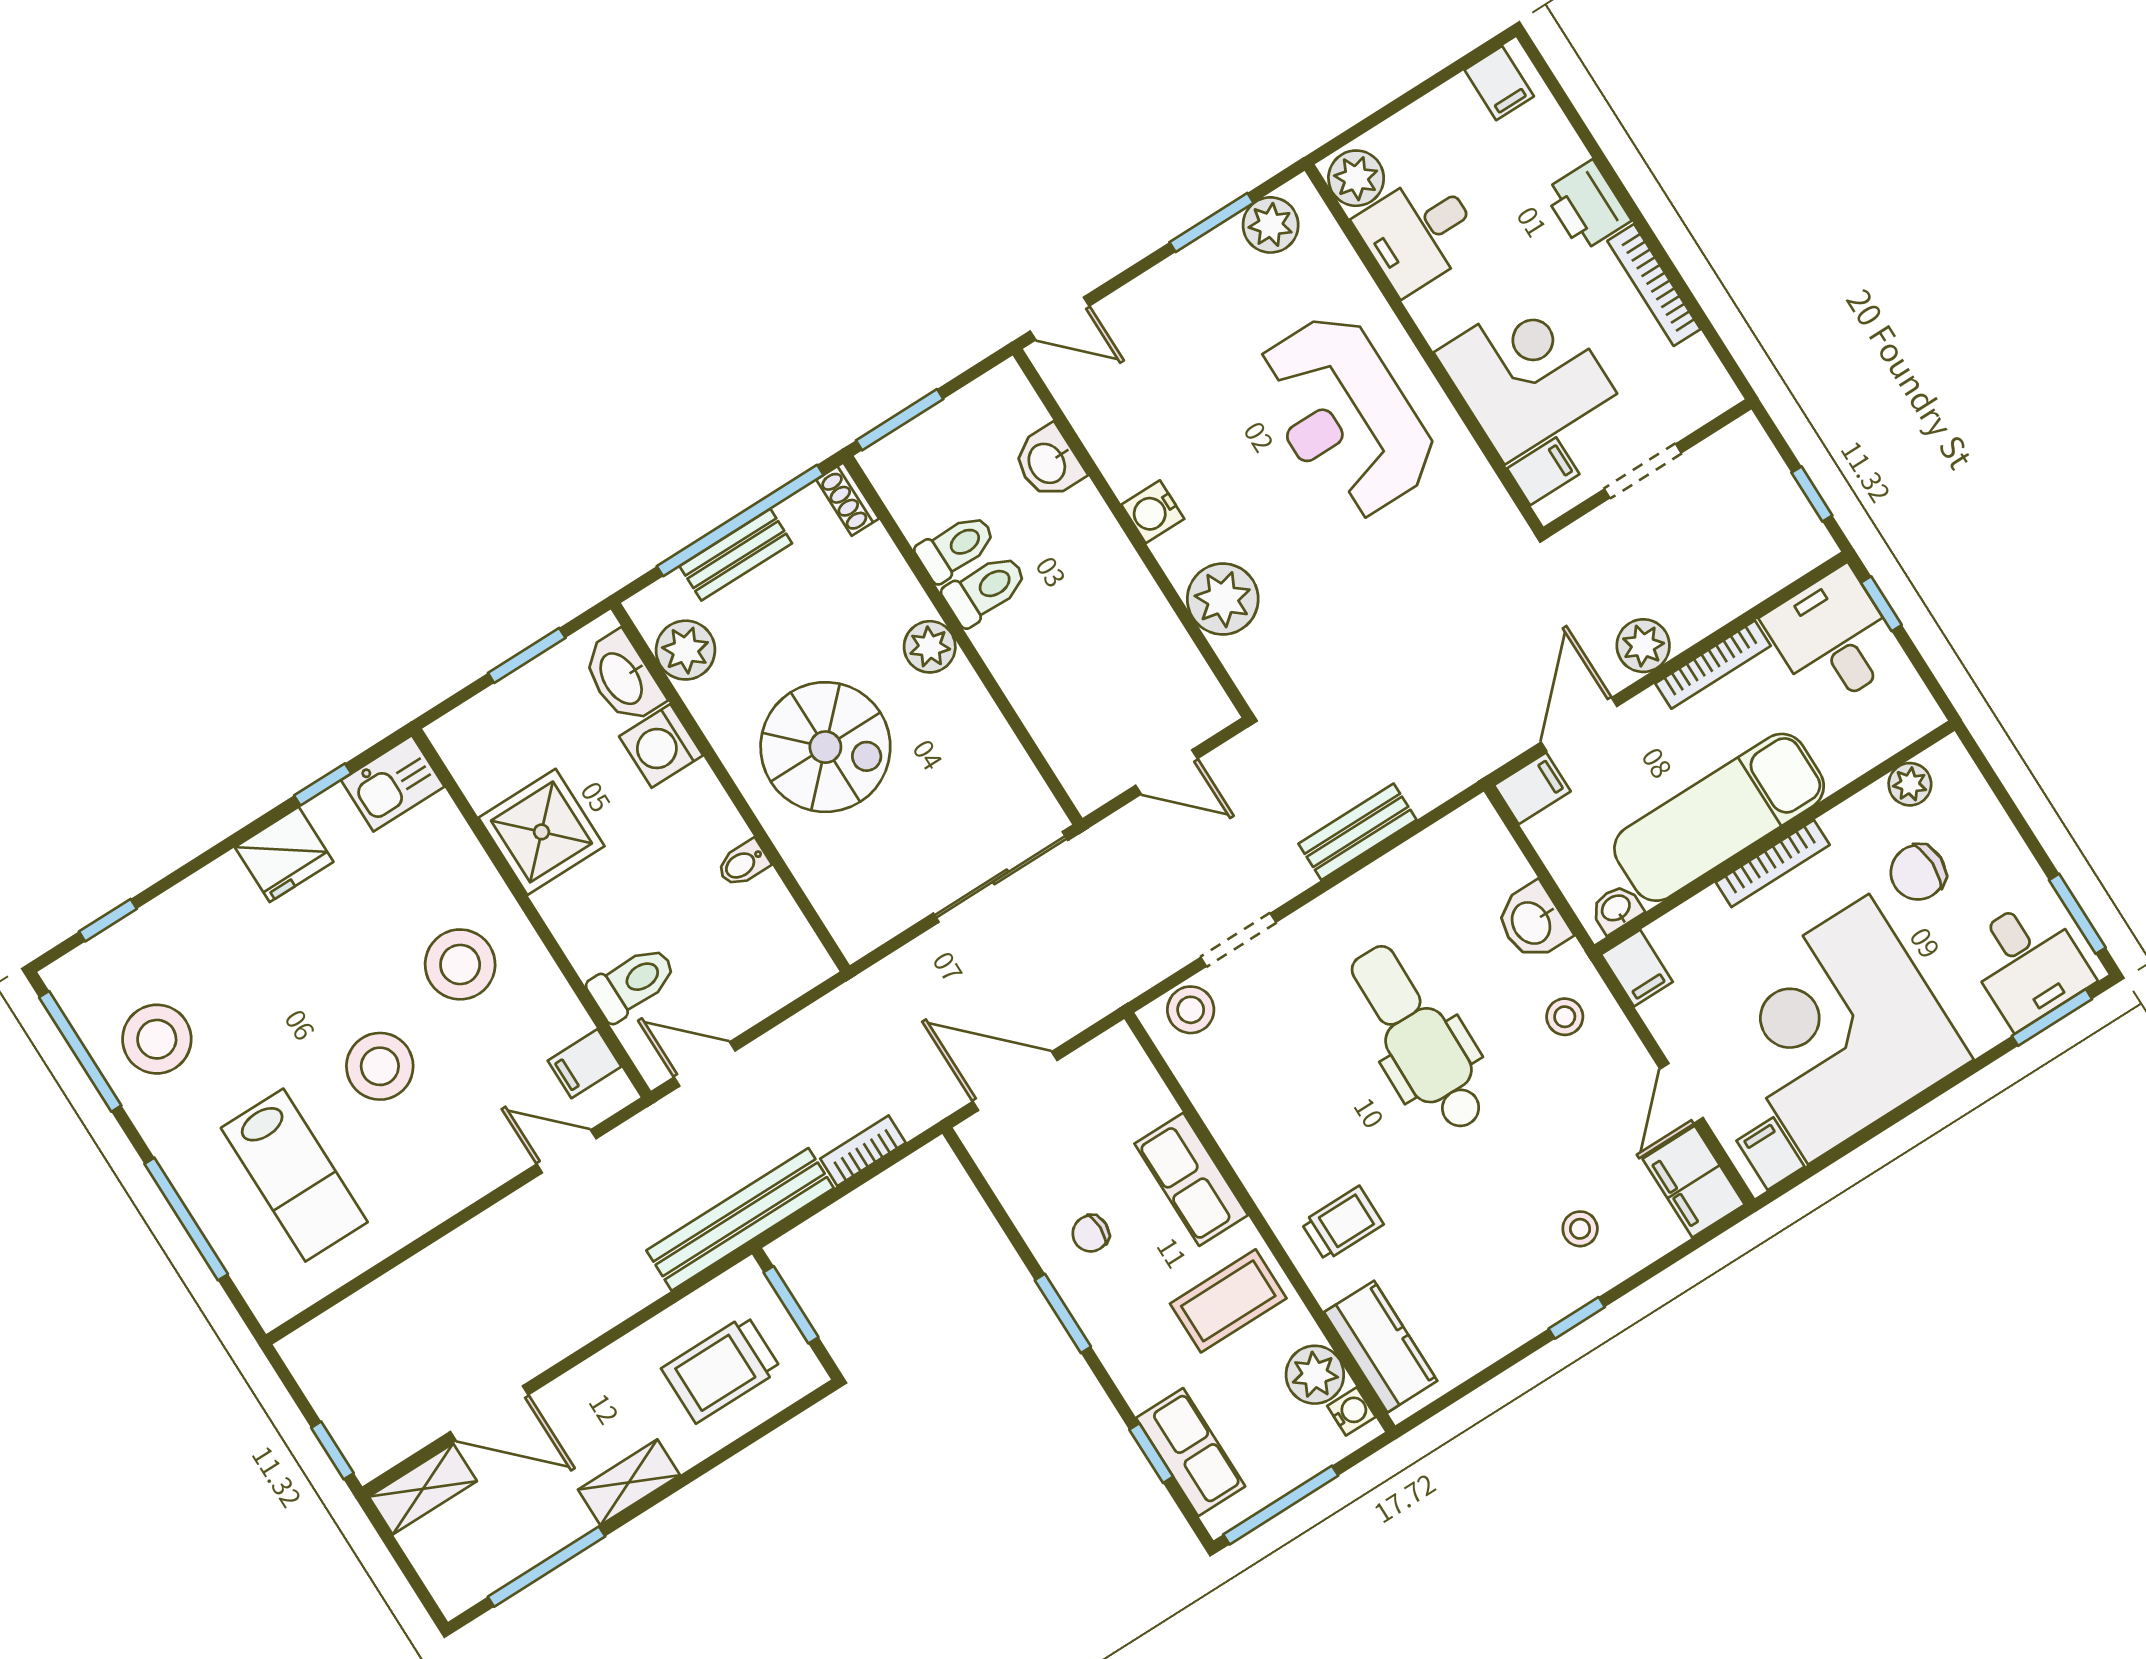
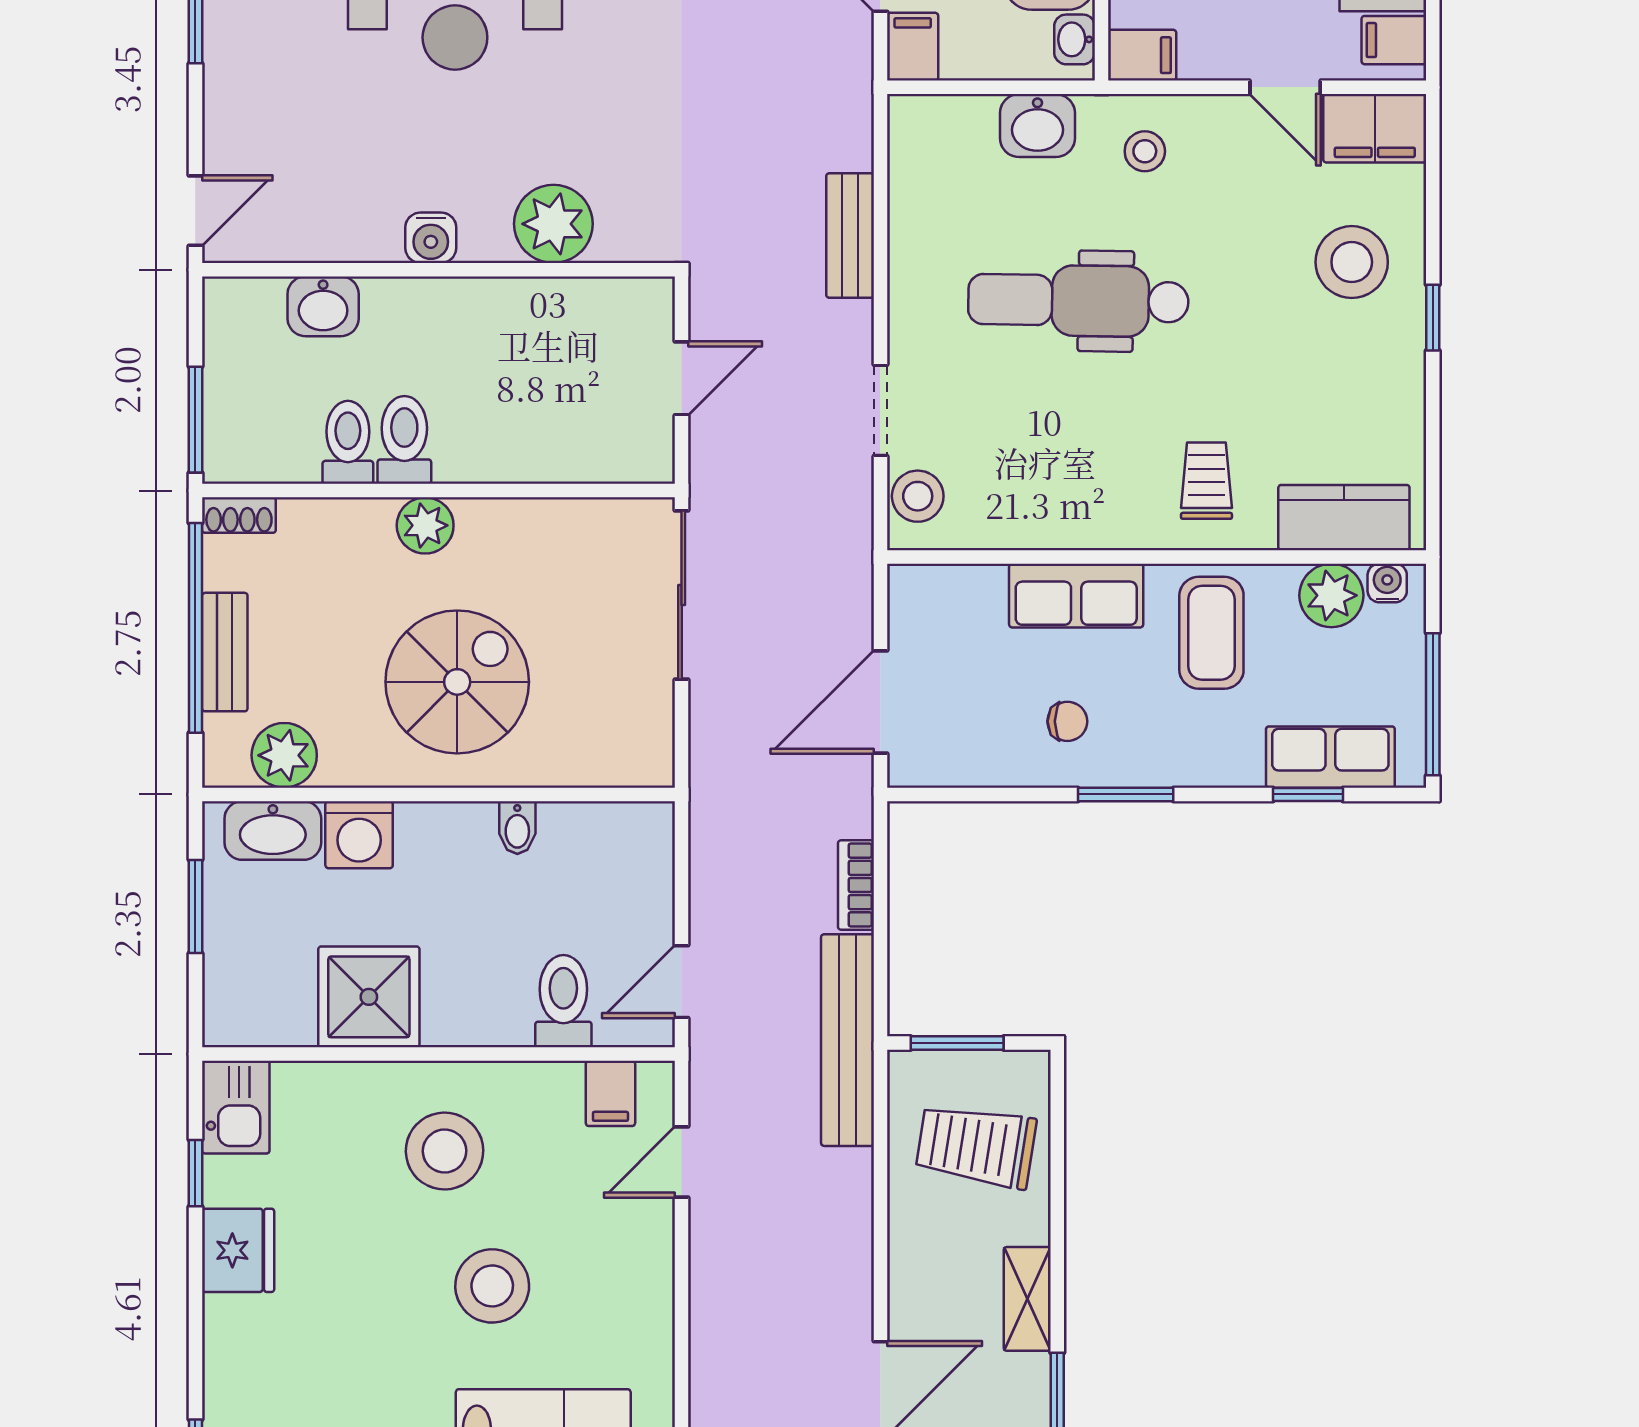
stool: (1580, 1229) -> (1352, 262), width x1.89, depth x1.89
chair: (1091, 1233) -> (1067, 721), turned -90
trolley: (721, 1369) -> (976, 1146), turned 99

